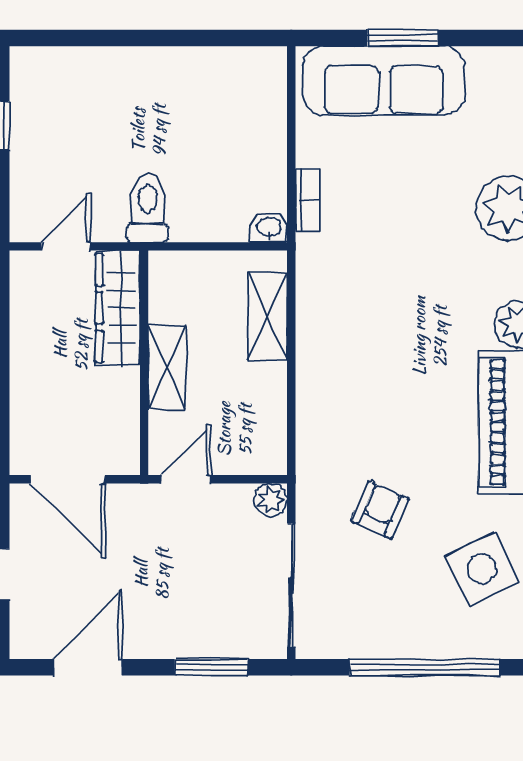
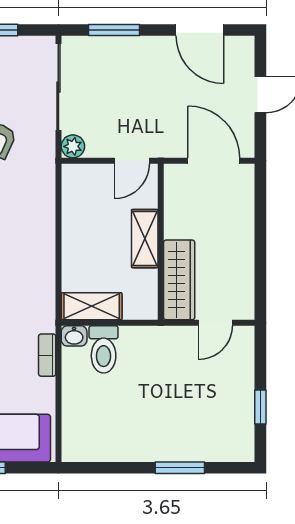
window: (117, 38) -> (180, 468), added
toilet: (148, 208) -> (104, 349), moved
shelving: (268, 316) -> (92, 306), moved, turned 90
door: (88, 667) -> (200, 30), hinge flipped

